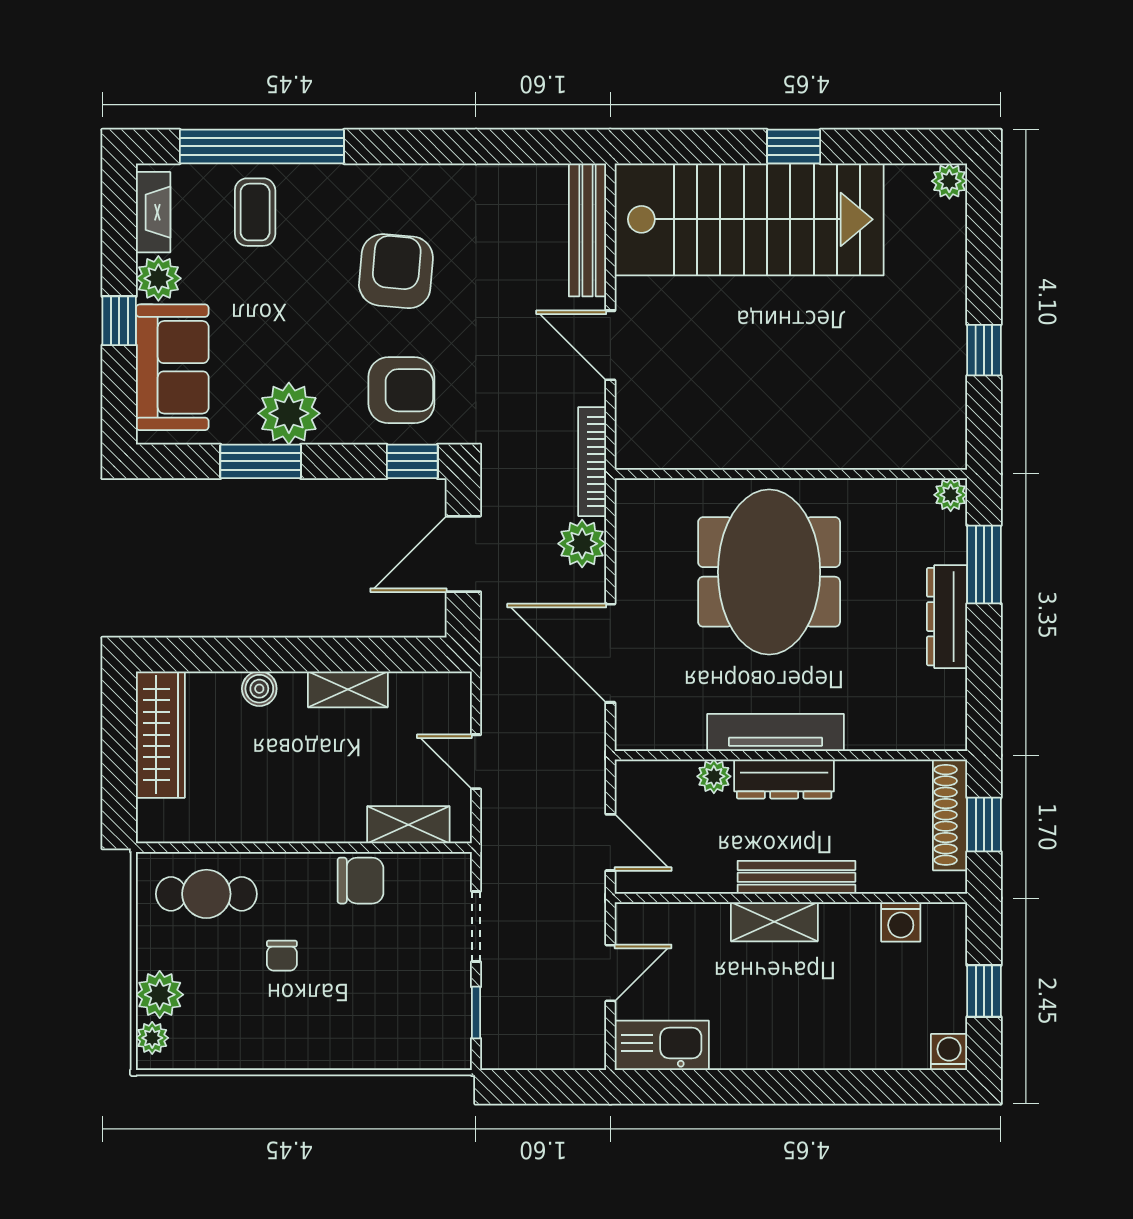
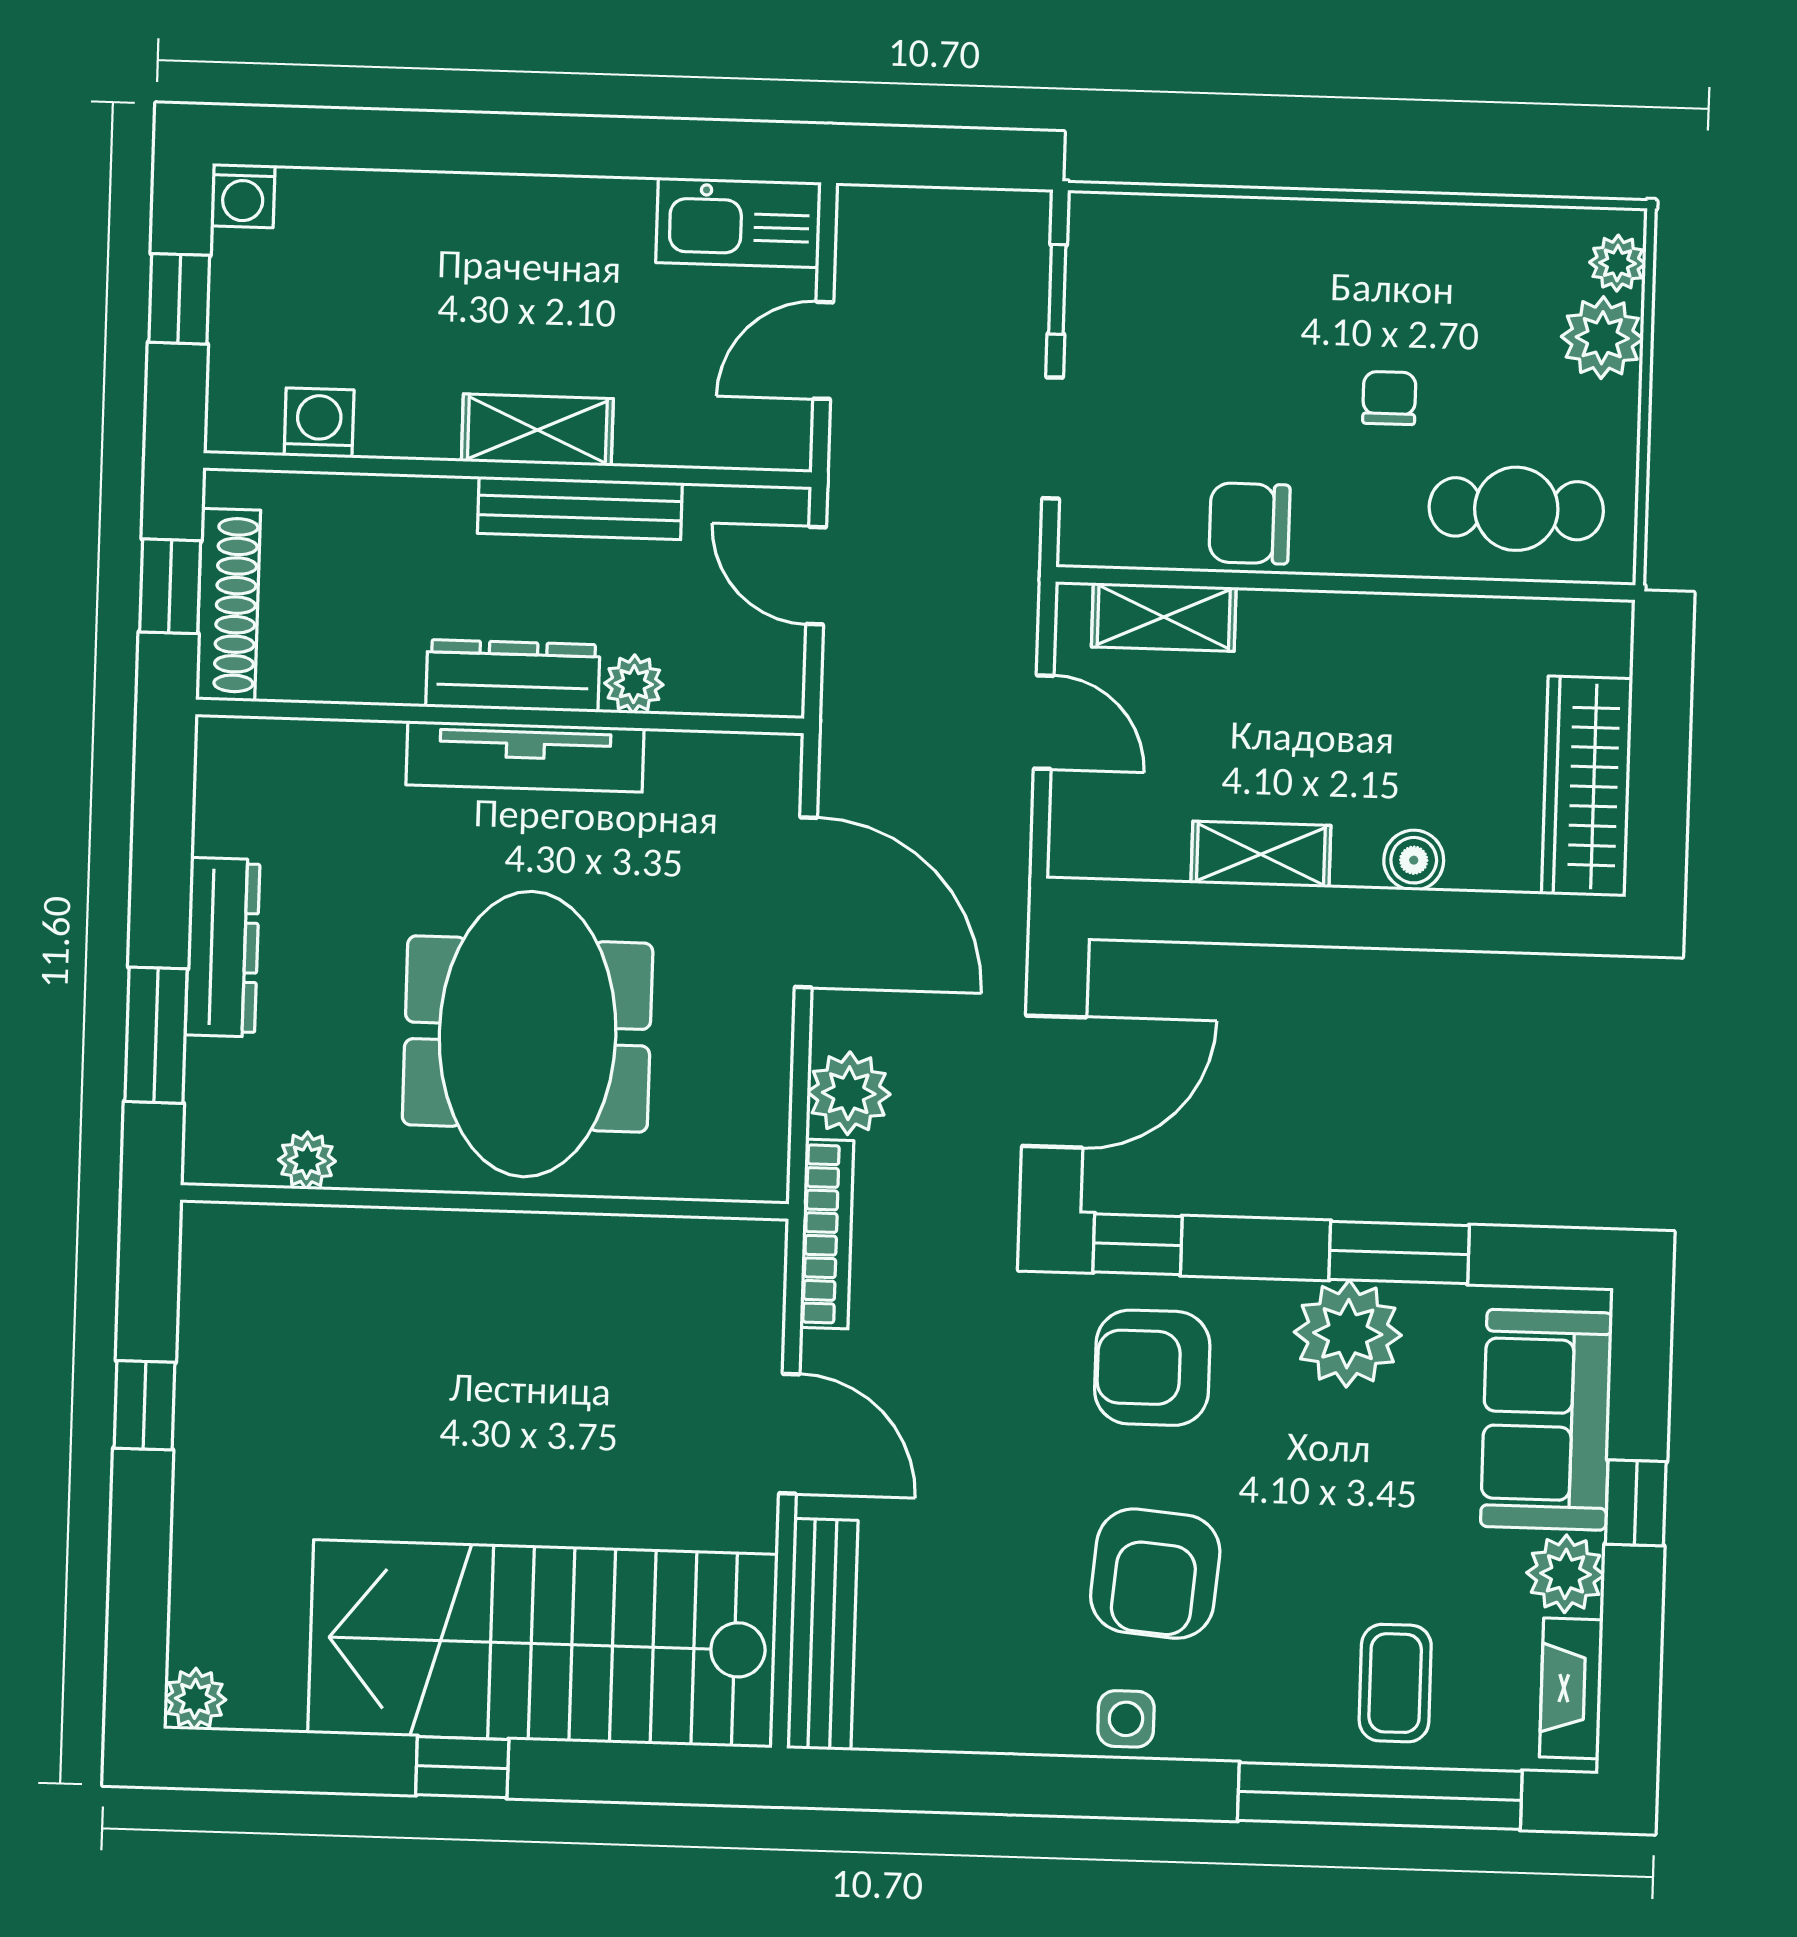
side table: (410, 186) -> (1126, 1719), added
plant: (951, 495) -> (307, 1160), moved
bench: (796, 877) -> (580, 508), moved

